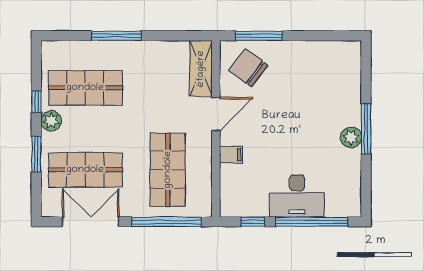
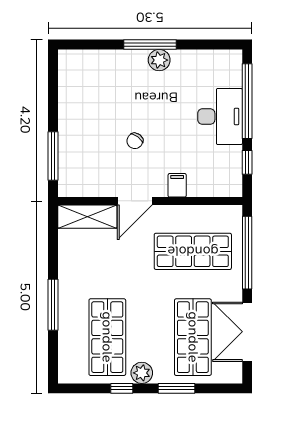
chair: (249, 68) -> (135, 141), moved, width x0.54, depth x0.54
door: (216, 114) -> (135, 201), swing flipped

